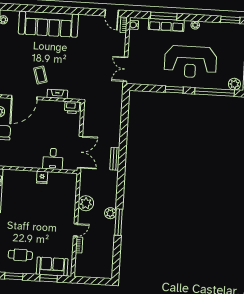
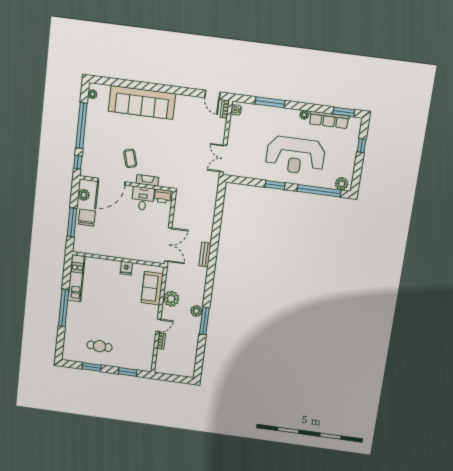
row of seats: (166, 25) -> (329, 120), moved
desk: (53, 159) -> (143, 199), moved, turned 180
sofa: (52, 267) -> (152, 288), moved, turned -90

